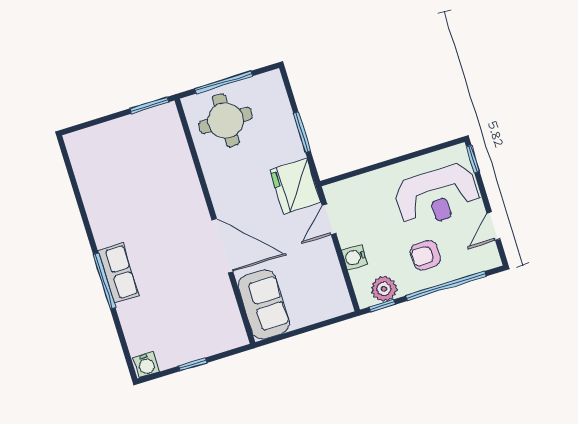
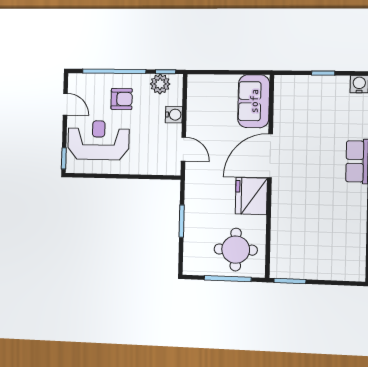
fridge: (295, 186) -> (251, 196), moved, turned 180
door: (329, 219) -> (183, 149), hinge flipped
door: (494, 226) -> (65, 104), hinge flipped
door: (222, 246) -> (270, 156), hinge flipped

